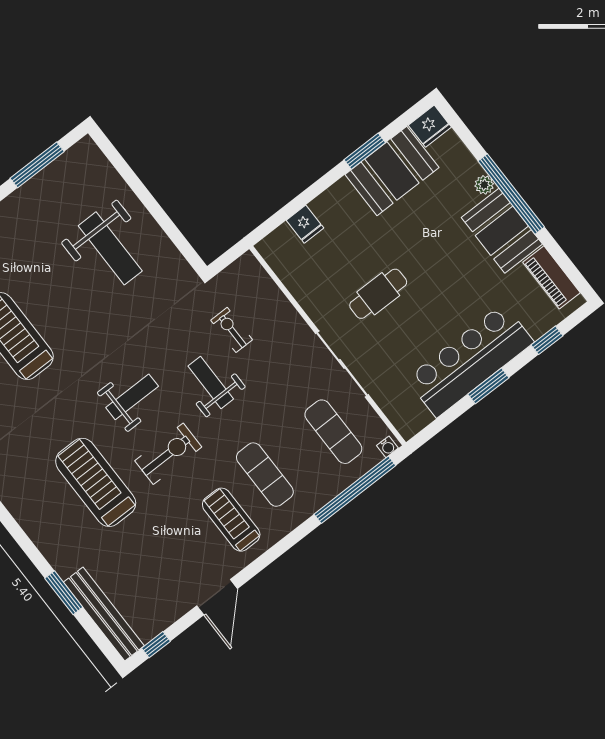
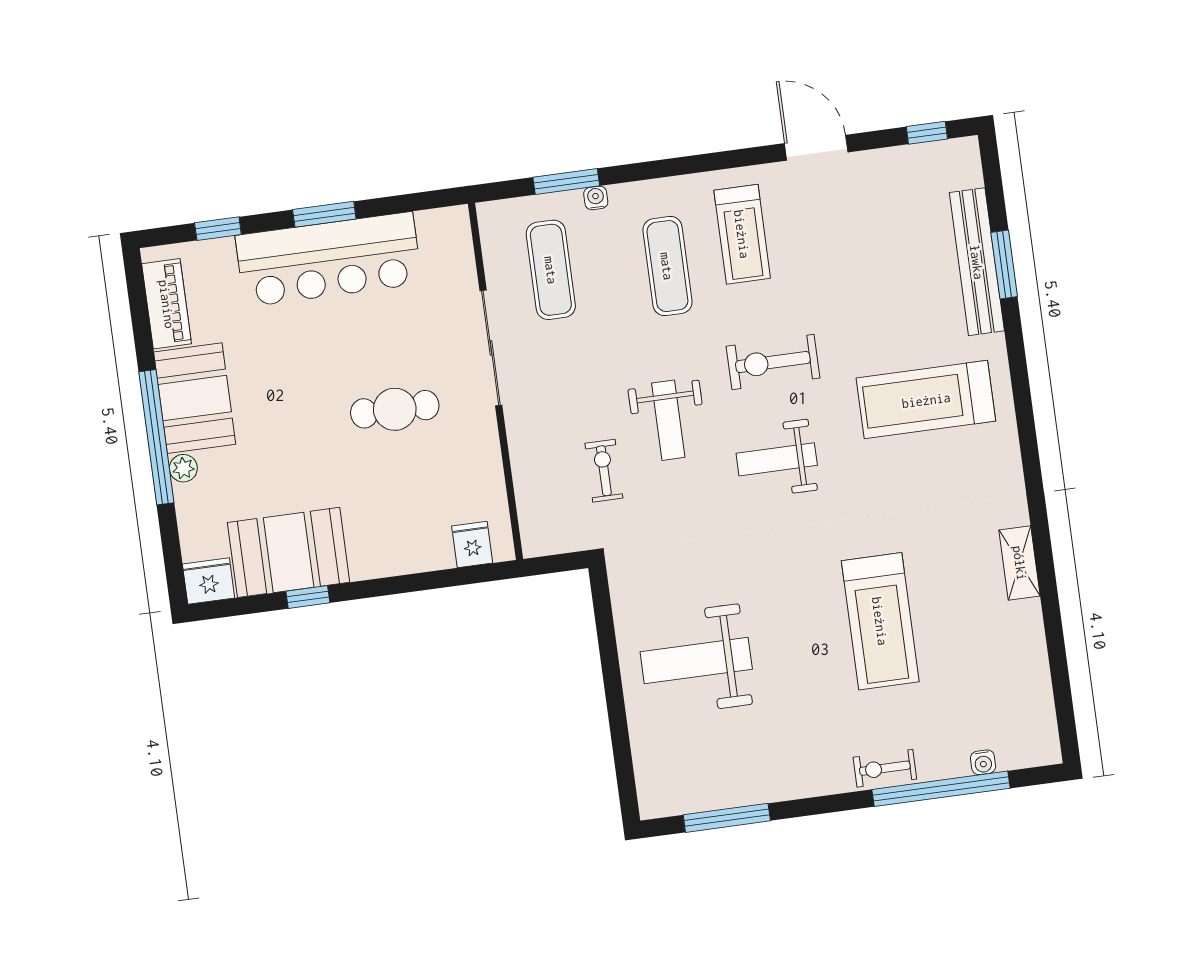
window: (365, 151) -> (308, 597), width x0.67
fridge: (305, 224) -> (472, 544), moved
weight bench: (110, 248) -> (696, 661), turned -90
exercise bike: (232, 330) -> (604, 471), turned 180
water cooler: (387, 447) -> (596, 198), moved
treadmill: (96, 482) -> (926, 400), moved, turned 90
window: (355, 490) -> (566, 182), width x0.47
door: (217, 597) -> (816, 148), hinge flipped
bench: (104, 614) -> (977, 262), moved

